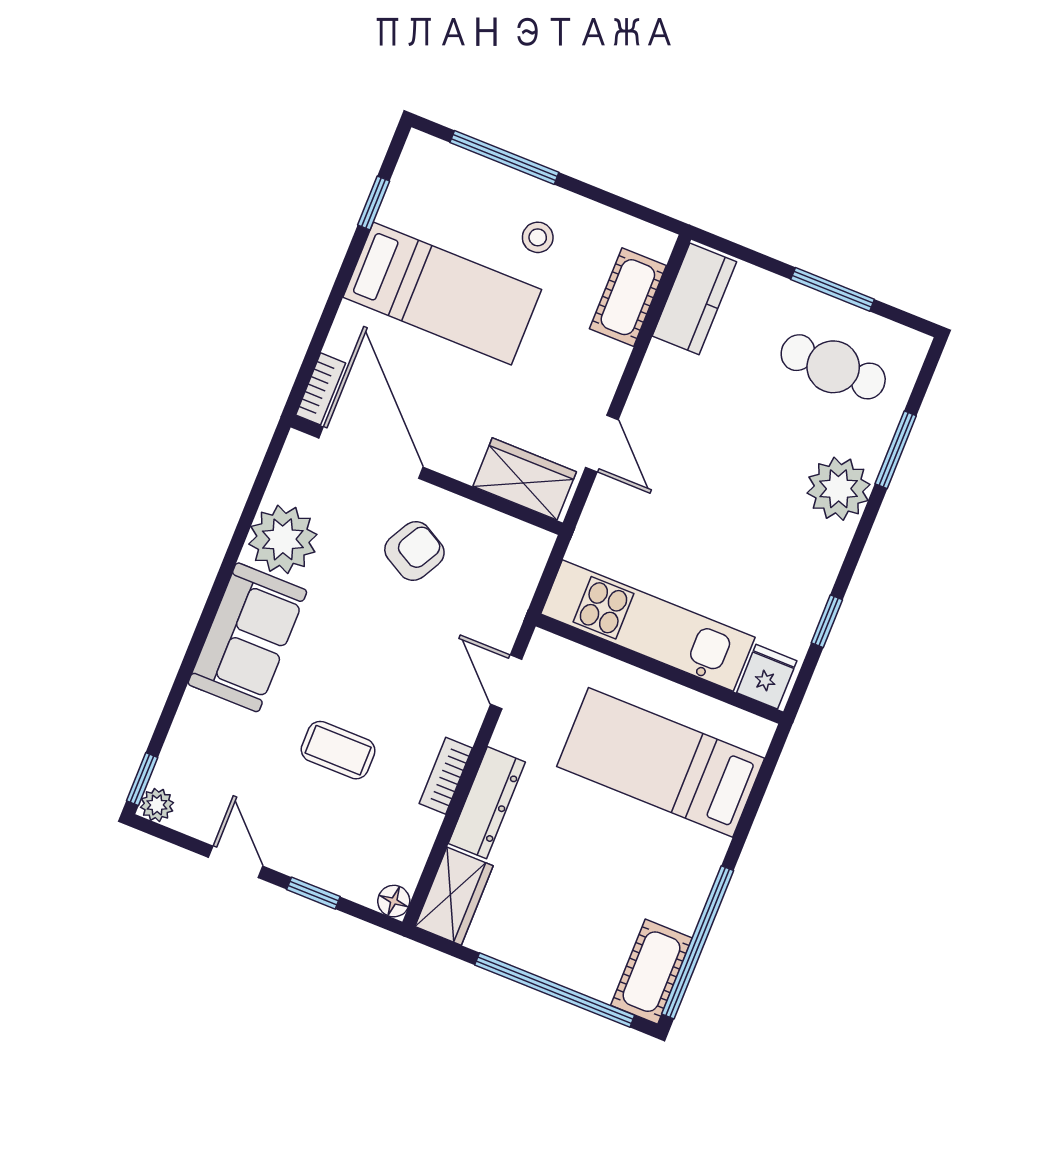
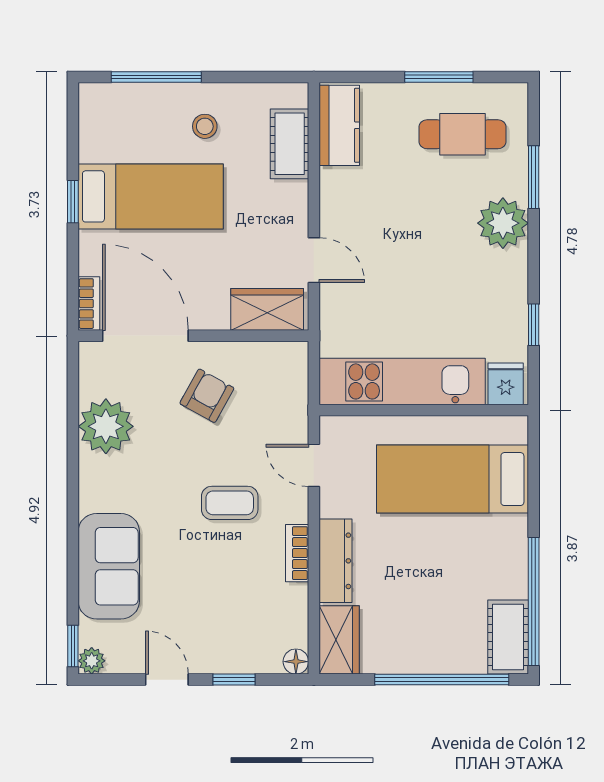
window: (374, 203) -> (73, 202), moved
sofa: (247, 637) -> (109, 566), moved
coffee table: (338, 750) -> (230, 503), moved

